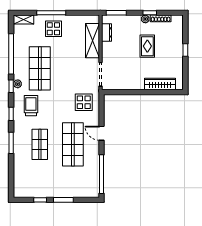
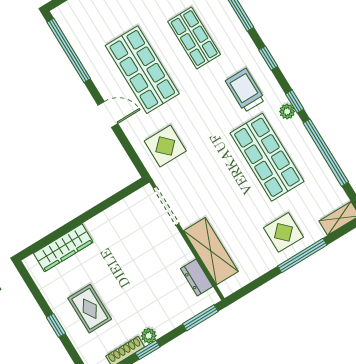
rug: (147, 46) -> (90, 309), moved
trolley: (31, 106) -> (245, 90), turned 180

